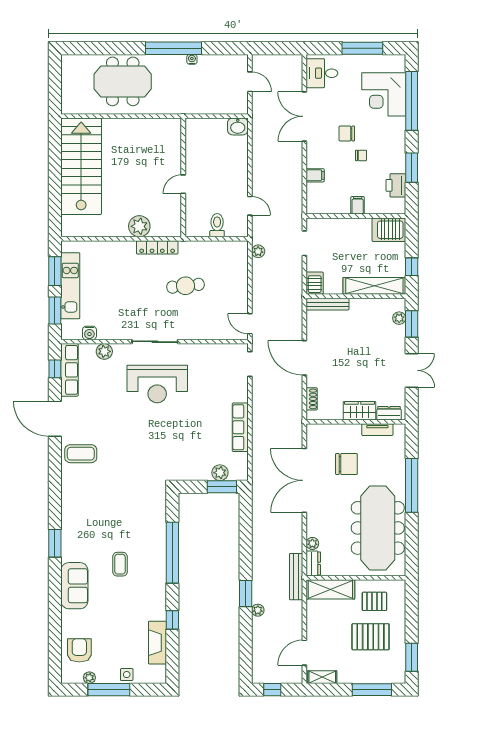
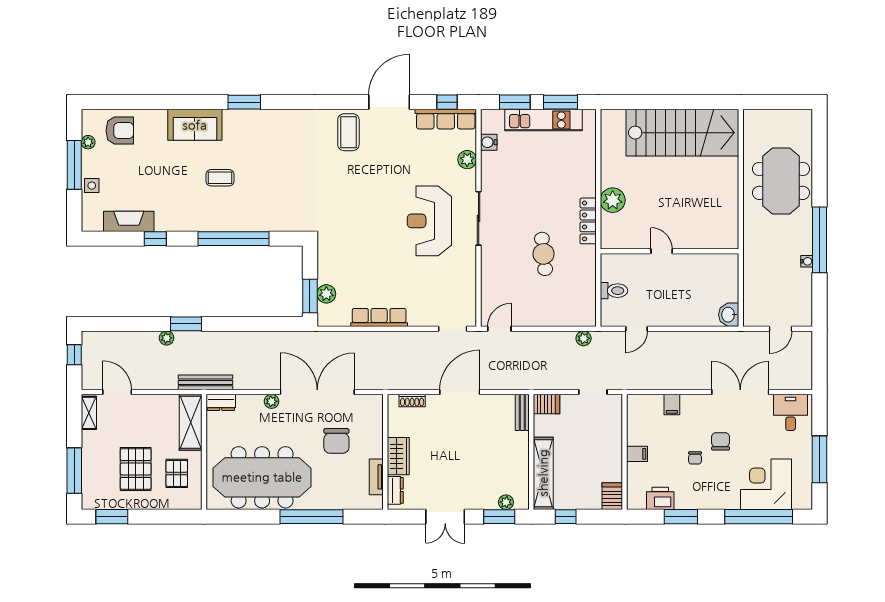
server rack: (389, 230) -> (612, 496), width x0.73, depth x0.70
bench: (328, 304) -> (522, 412), width x0.73
plant: (312, 543) -> (272, 401), moved

